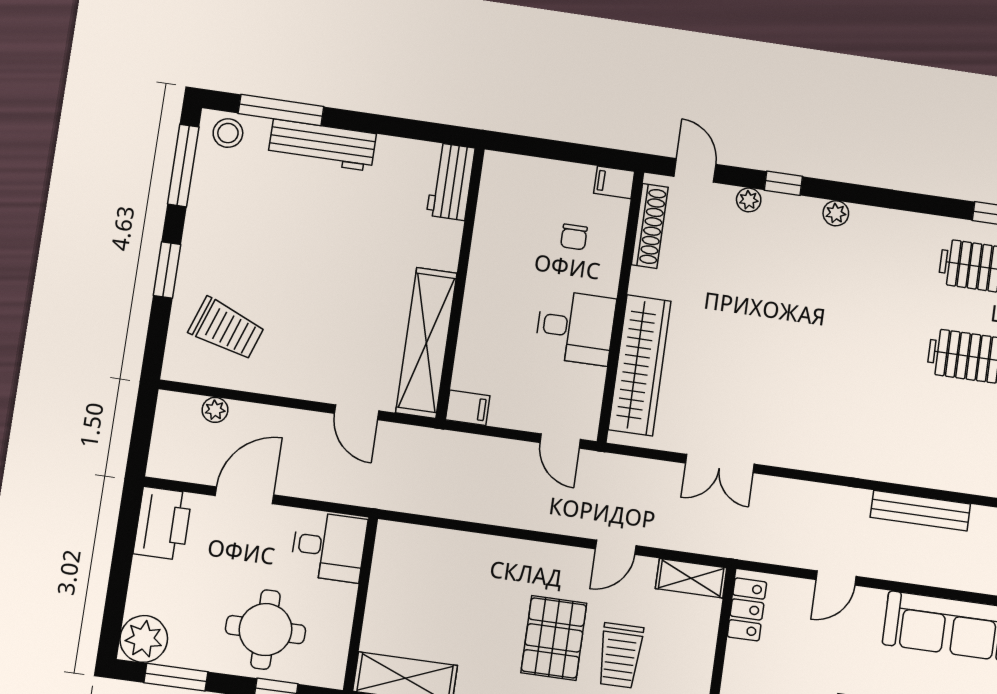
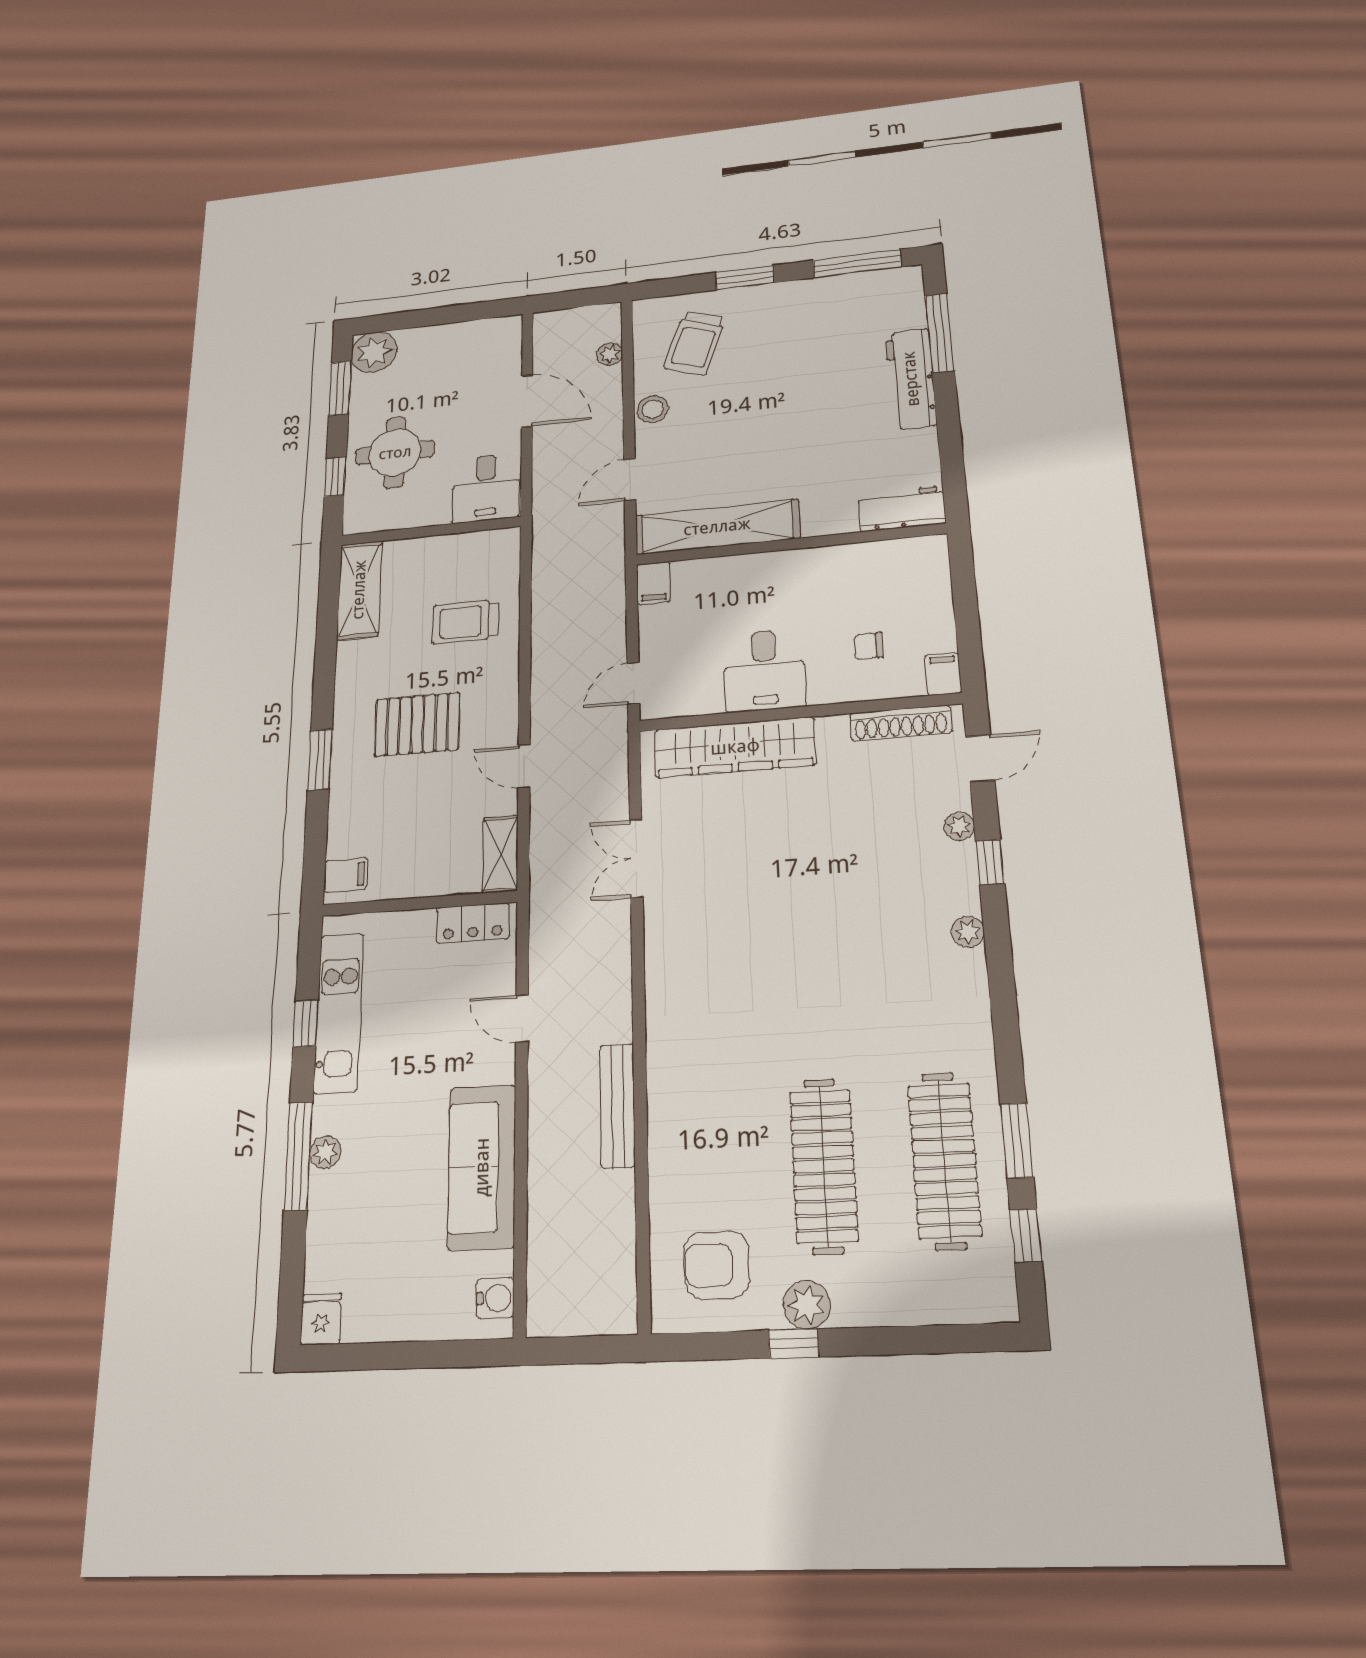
stool: (228, 133) -> (653, 409), moved
printer: (163, 523) -> (489, 339), removed
trolley: (620, 655) -> (465, 622), moved

